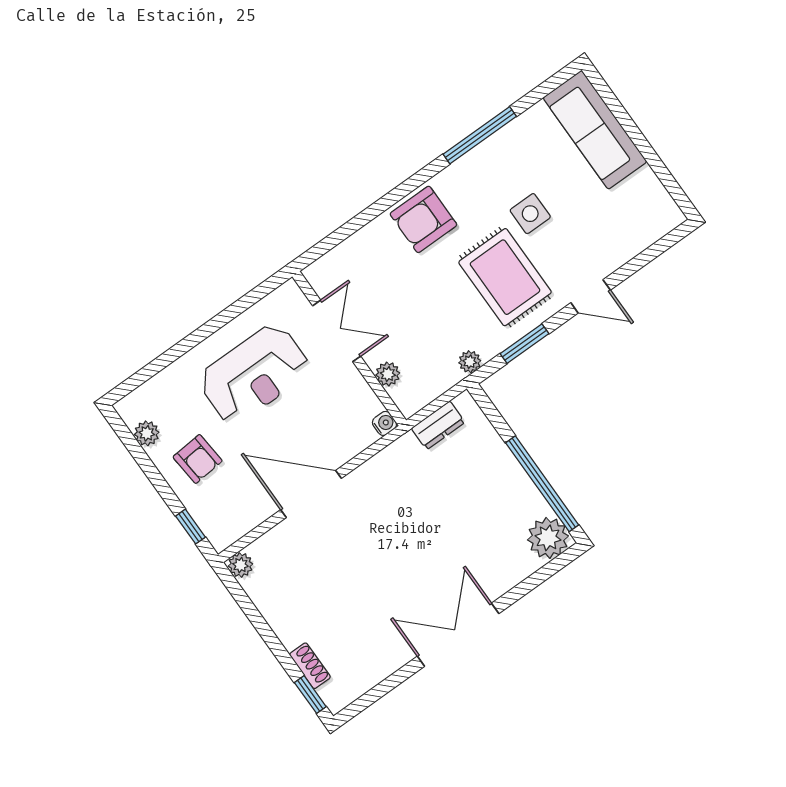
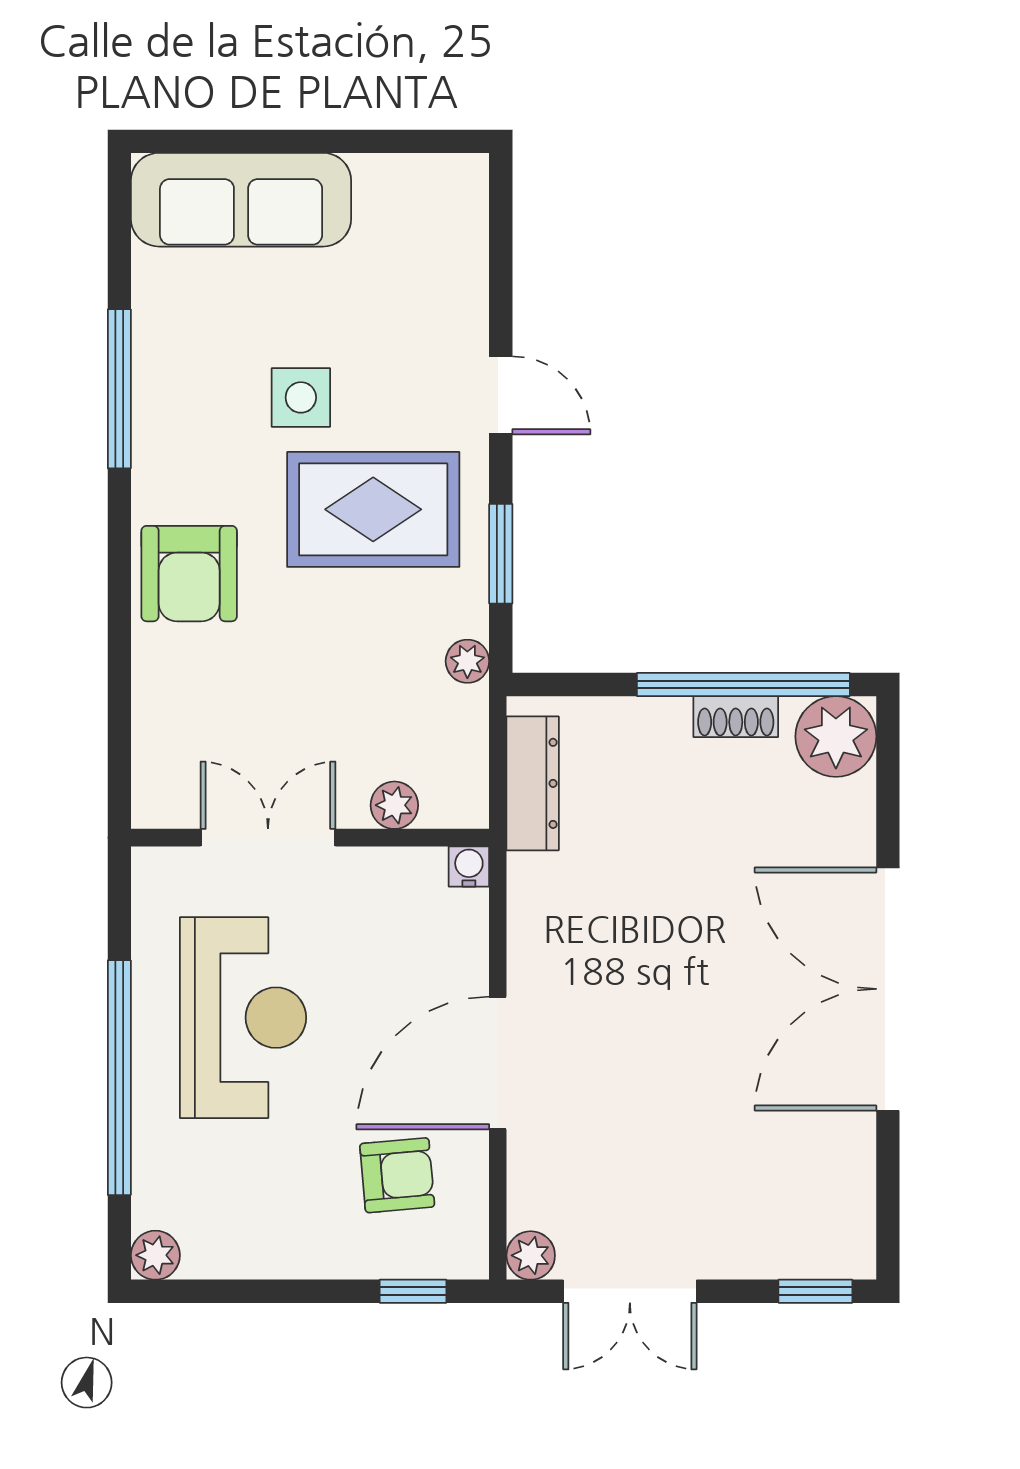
door: (591, 296) -> (501, 395), hinge flipped
window: (192, 340) -> (119, 1078), added
dresser: (438, 425) -> (533, 783), width x1.44
plant: (147, 433) -> (155, 1255), moved
armchair: (198, 459) -> (397, 1175), moved
double door: (255, 617) -> (630, 1291), added
double door: (458, 635) -> (888, 989), width x1.36
shoe rack: (310, 666) -> (736, 717), moved, turned 180

